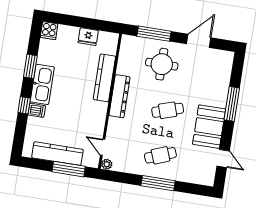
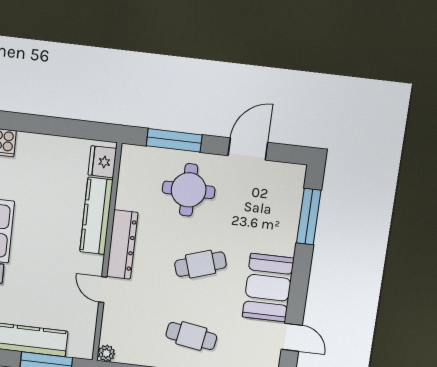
fridge: (88, 37) -> (102, 162), moved, turned 90
window: (232, 104) -> (309, 217), moved
door: (103, 147) -> (103, 290), moved
cafe table: (160, 155) -> (191, 336), turned 30

